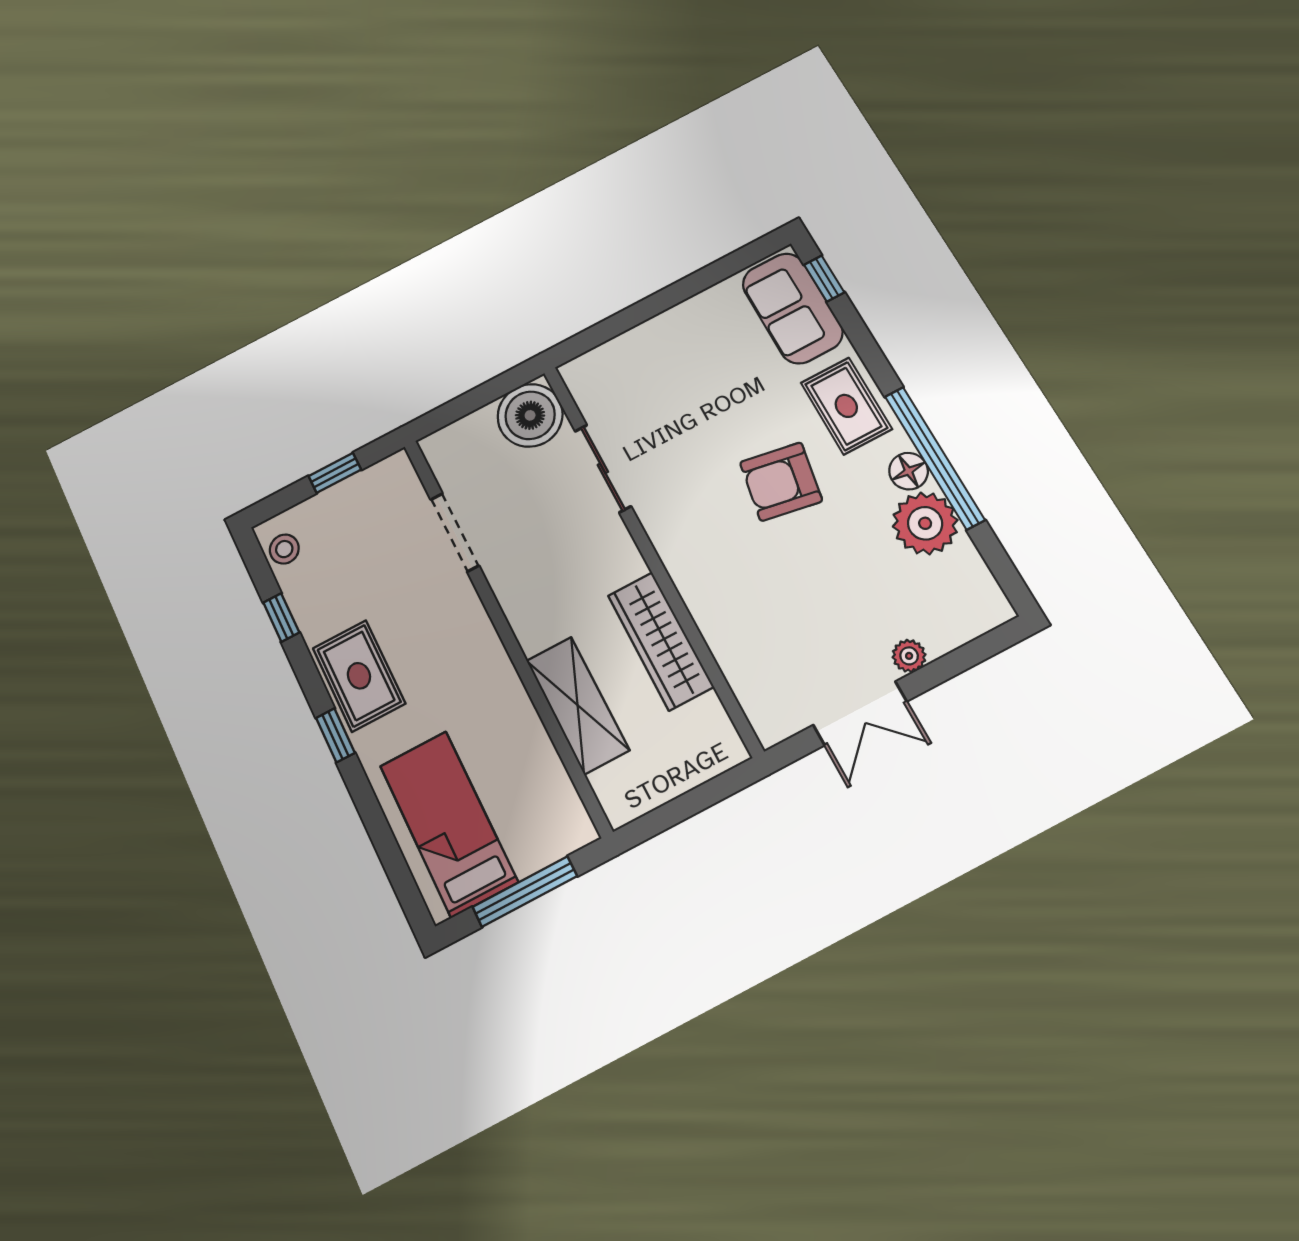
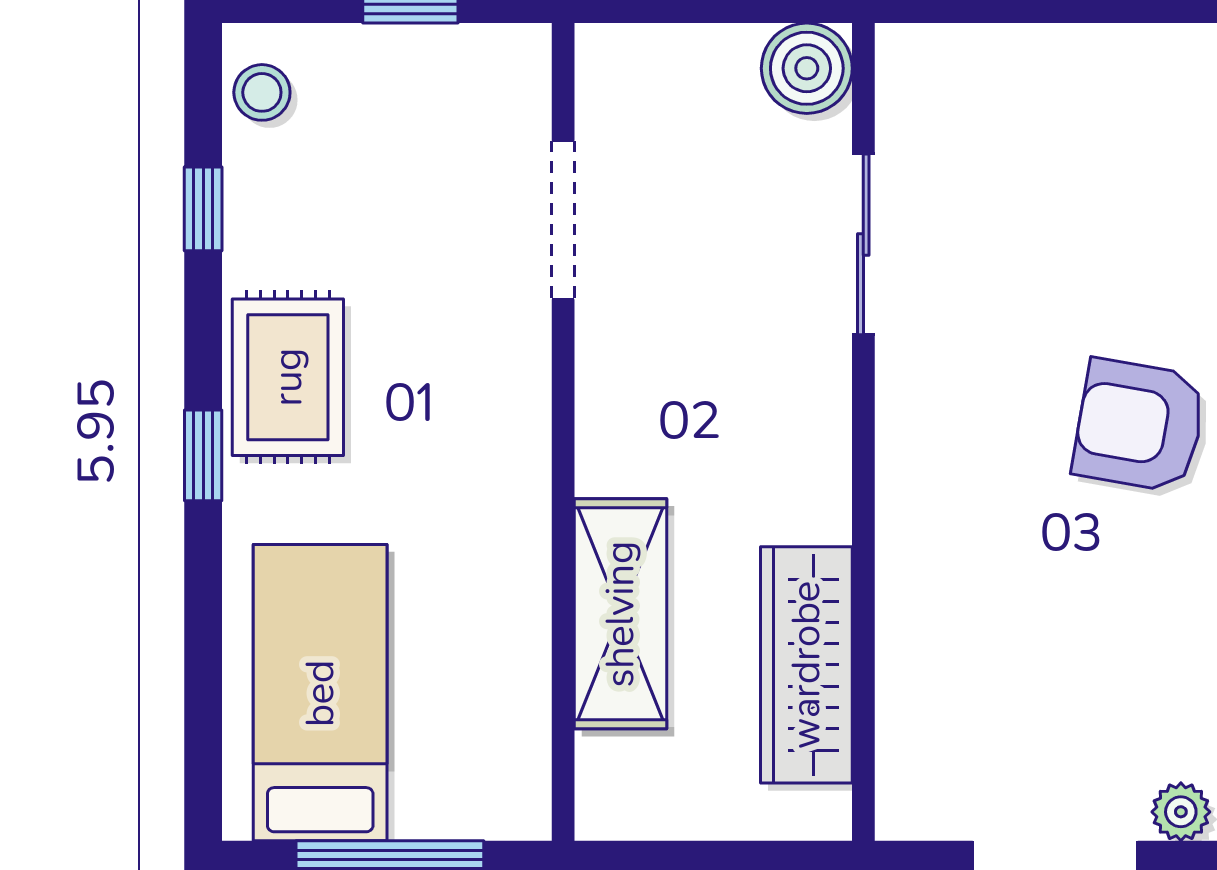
boiler: (530, 415) -> (807, 68), width x0.73, depth x0.73
wardrobe: (661, 641) -> (806, 665), moved

